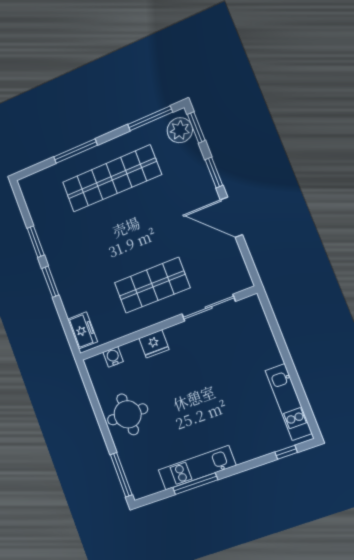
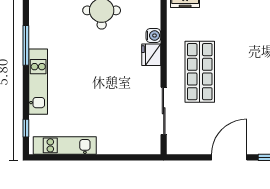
water cooler: (113, 357) -> (153, 35), moved
kitchen unit: (197, 468) -> (38, 82), moved

